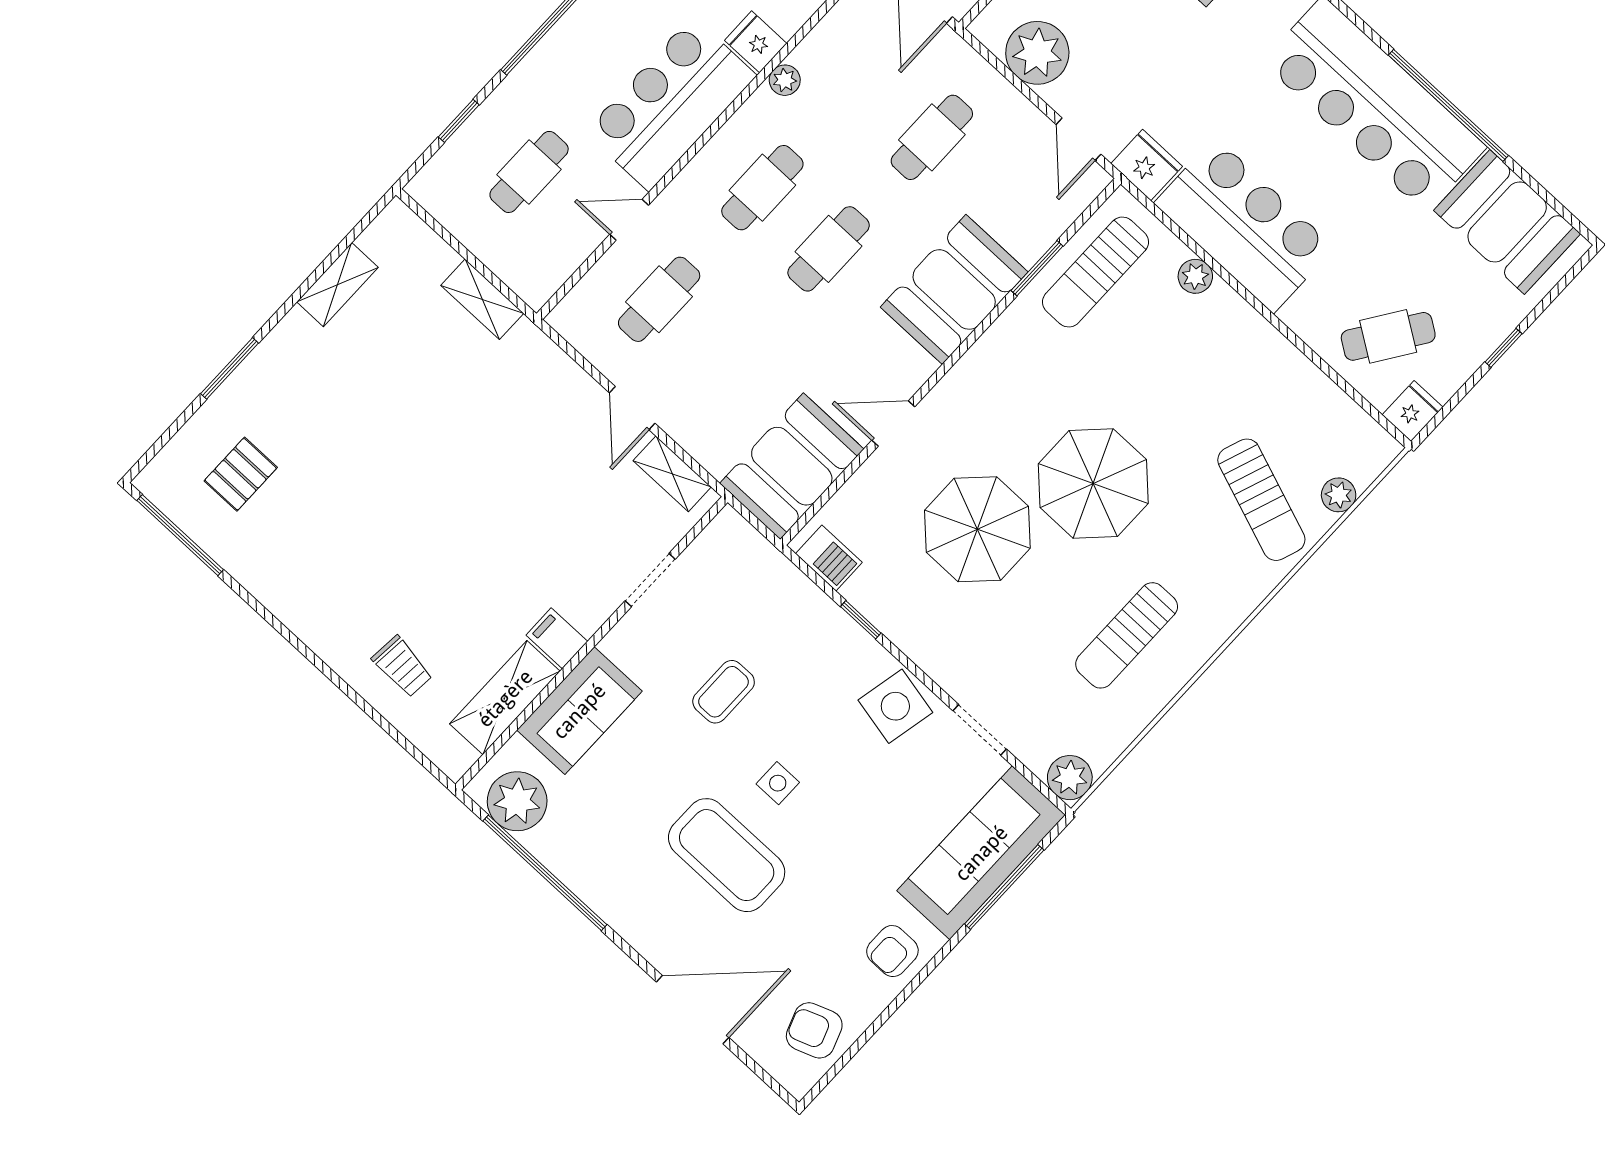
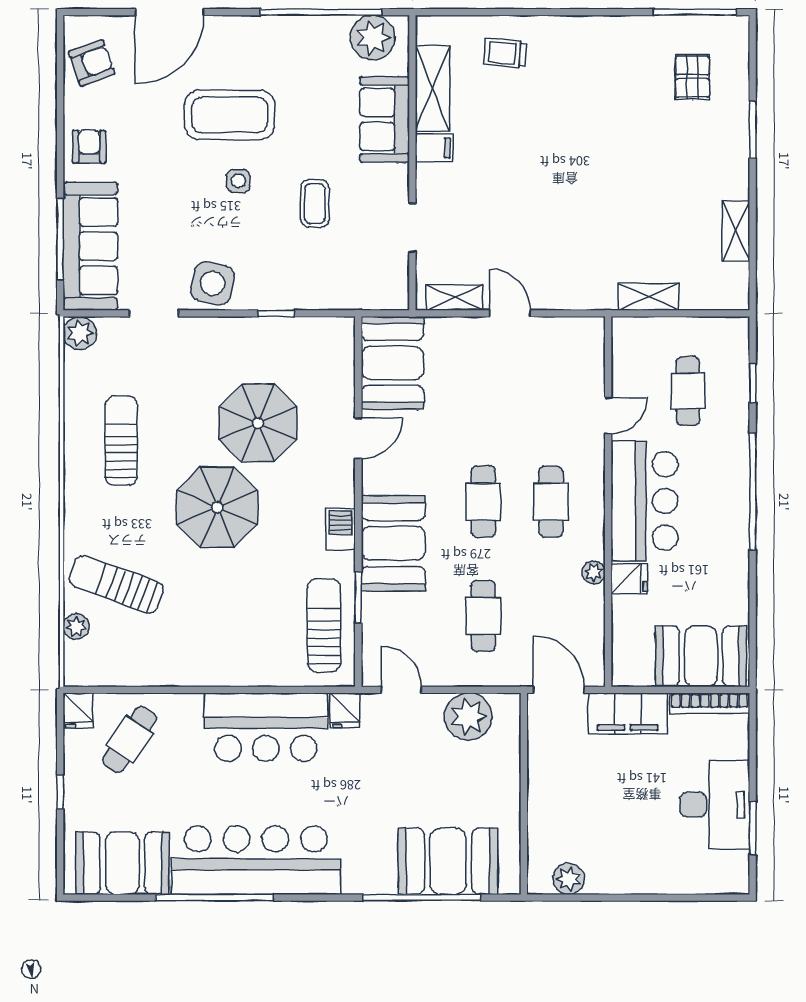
fridge: (1147, 165) -> (345, 710), width x0.72
plant: (1195, 276) -> (267, 674), removed
cafe table: (659, 299) -> (551, 387), removed
barbecue: (829, 558) -> (340, 529), moved, turned 90

